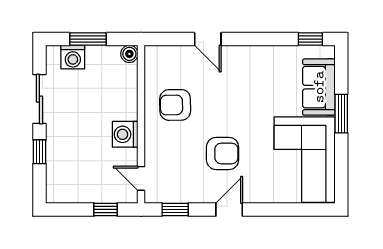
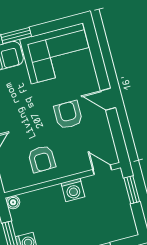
door: (141, 178) -> (102, 170), swing flipped
window: (106, 209) -> (132, 190), width x1.50
window: (175, 209) -> (118, 139), removed

